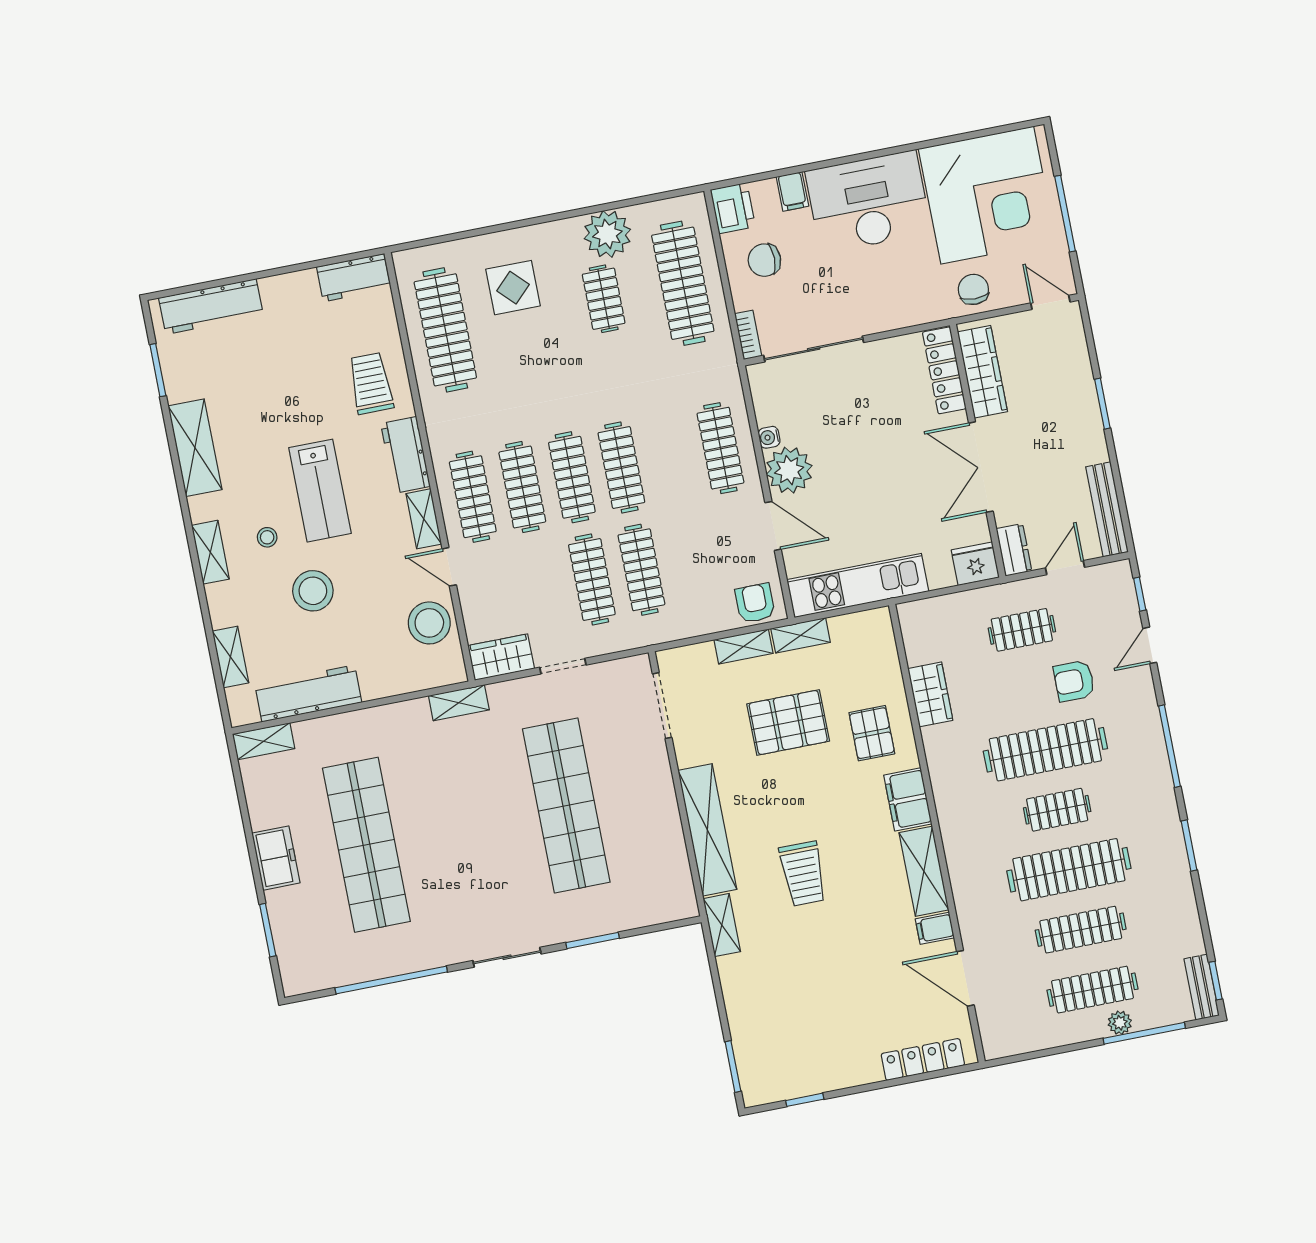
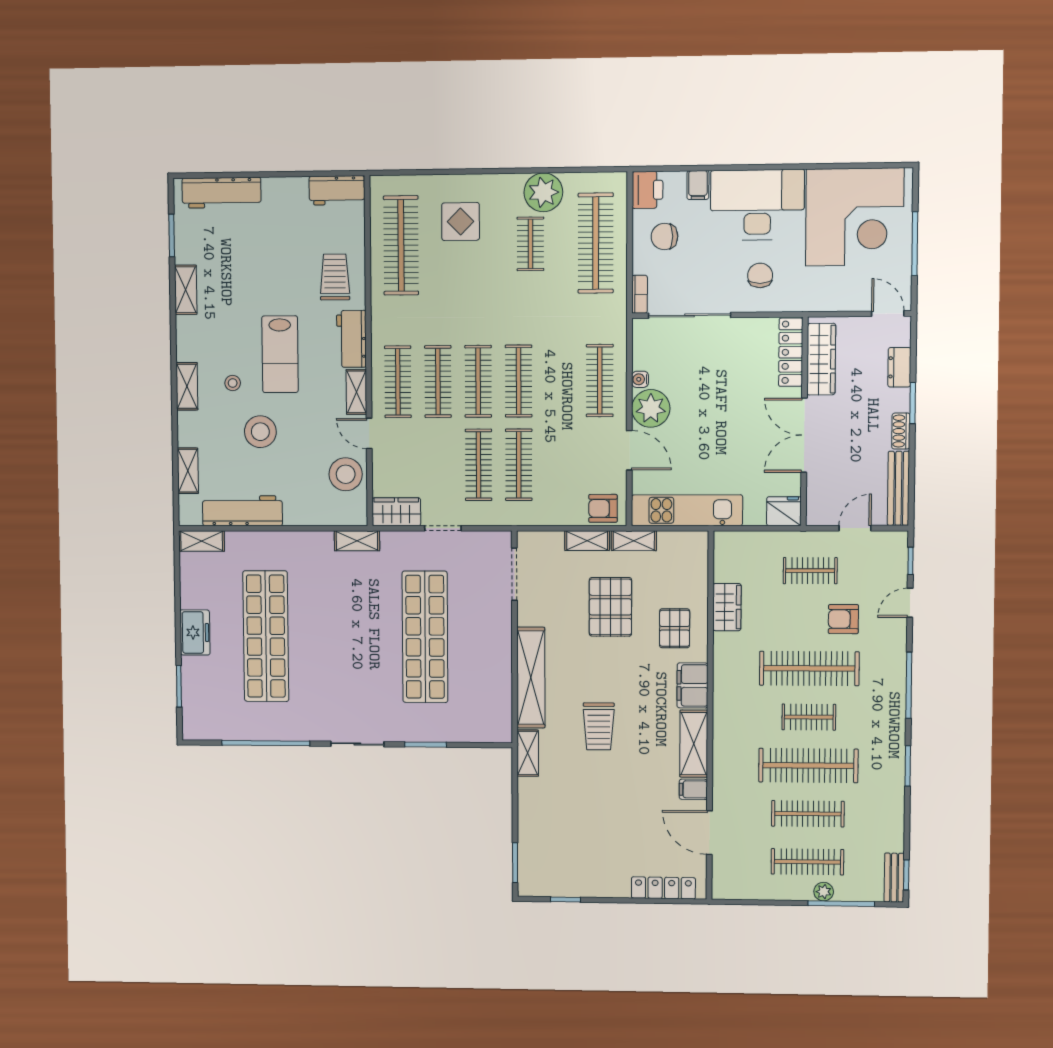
chair: (973, 289) -> (760, 275), moved
shoe rack: (1095, 440) -> (901, 431), added
shelving: (195, 448) -> (186, 290), width x0.67, depth x0.75
dresser: (1014, 550) -> (899, 367), moved, turned 180
armchair: (755, 603) -> (603, 508), turned -90
pallet: (788, 723) -> (610, 607), turned 90

